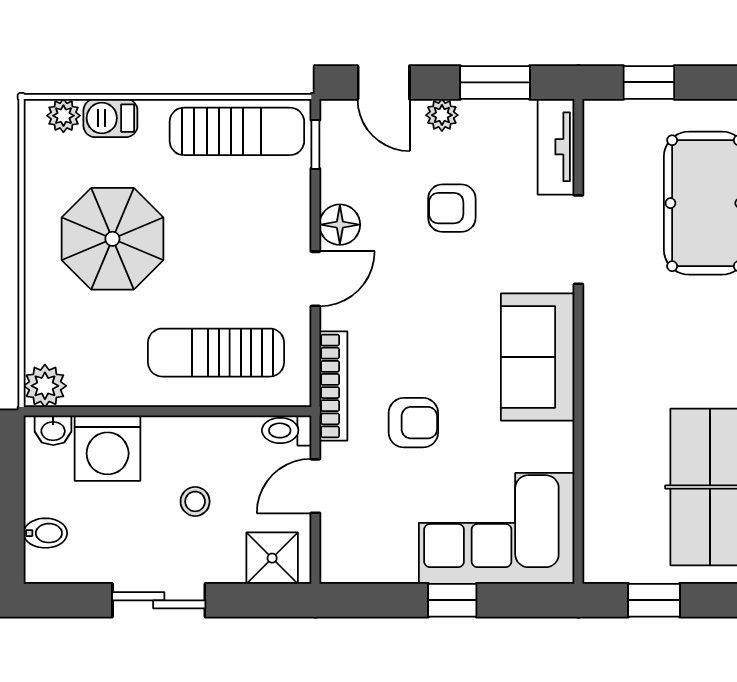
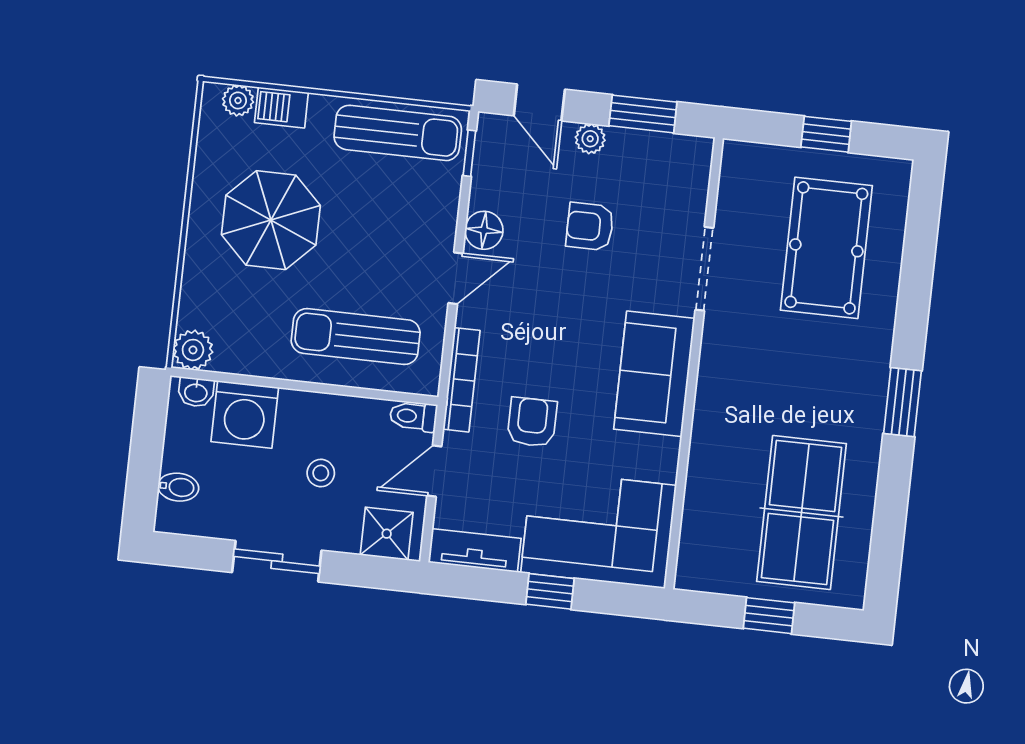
window: (649, 82) -> (826, 134), moved
tv unit: (556, 147) -> (475, 550), moved, turned 90
armchair: (413, 423) -> (532, 422), turned -90
window: (654, 600) -> (769, 616), moved

